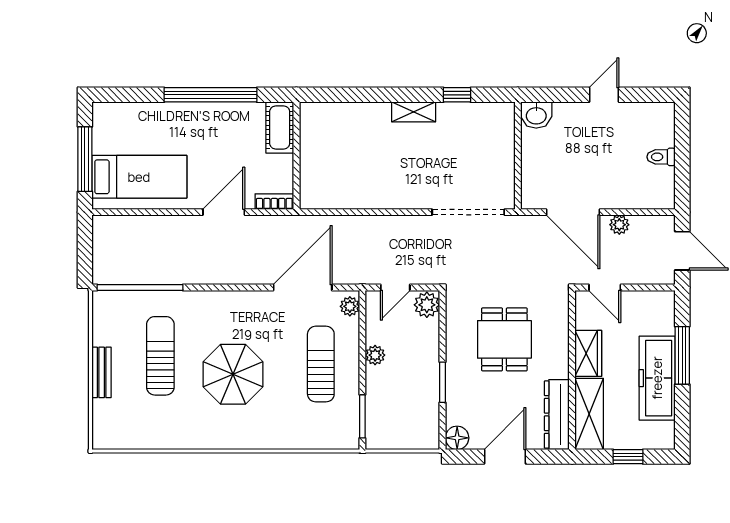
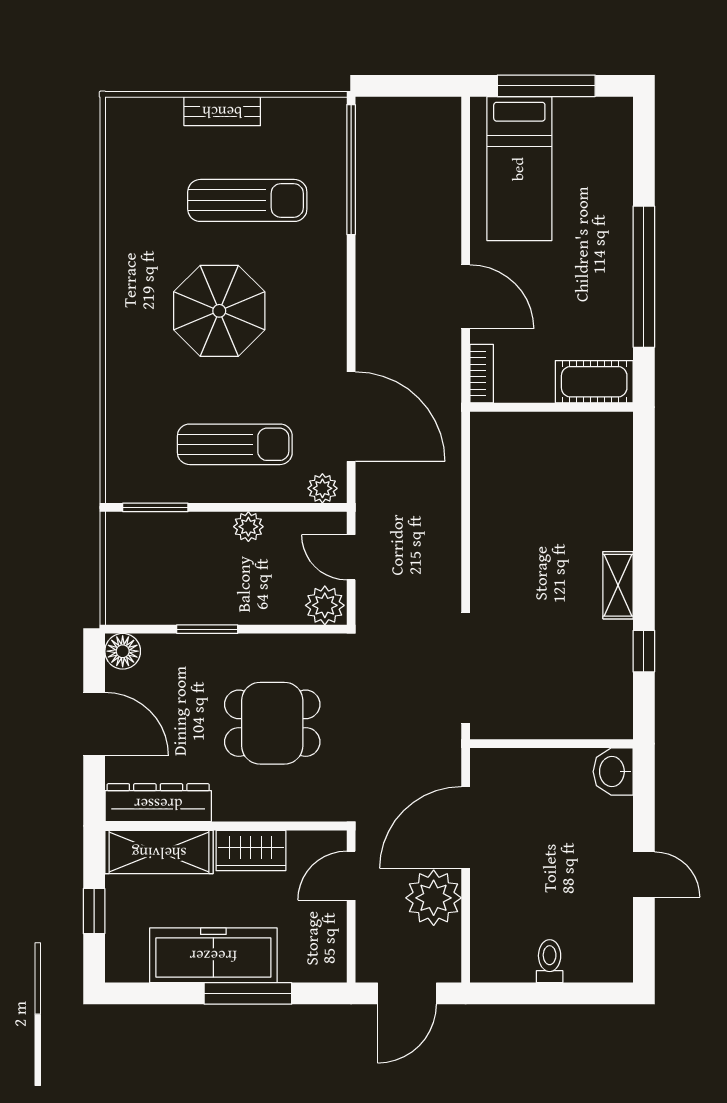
plant: (619, 225) -> (434, 898), width x1.88, depth x1.88

